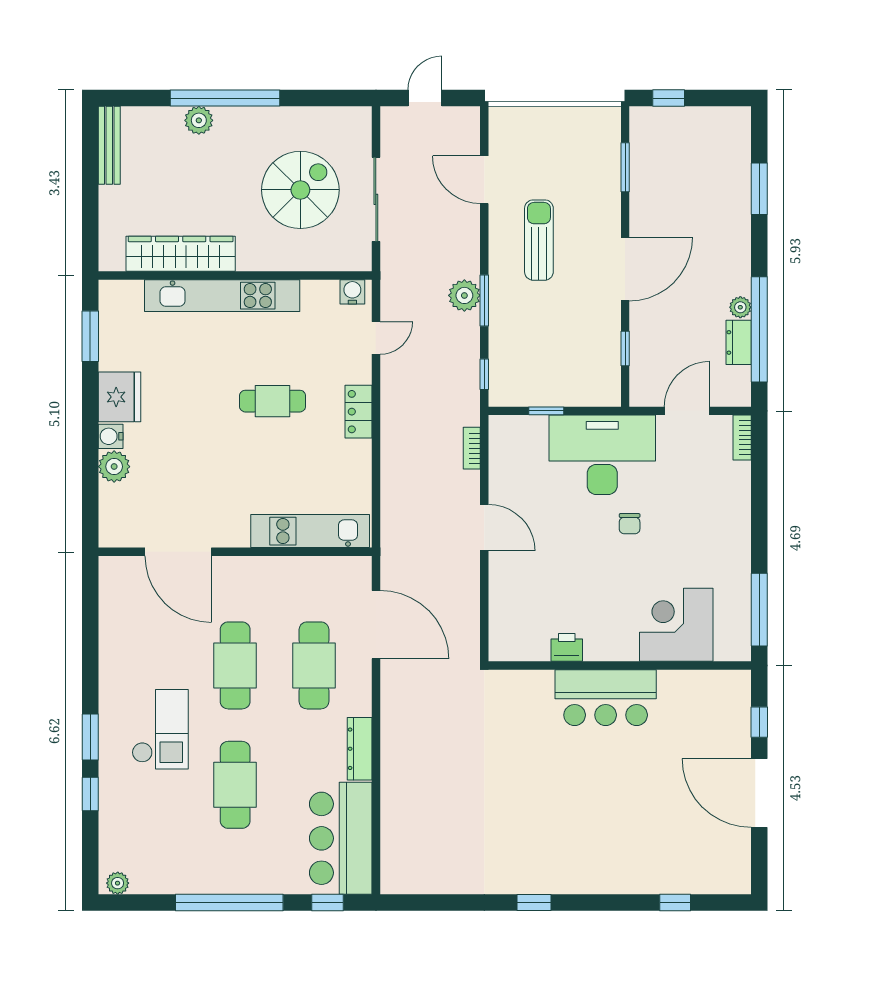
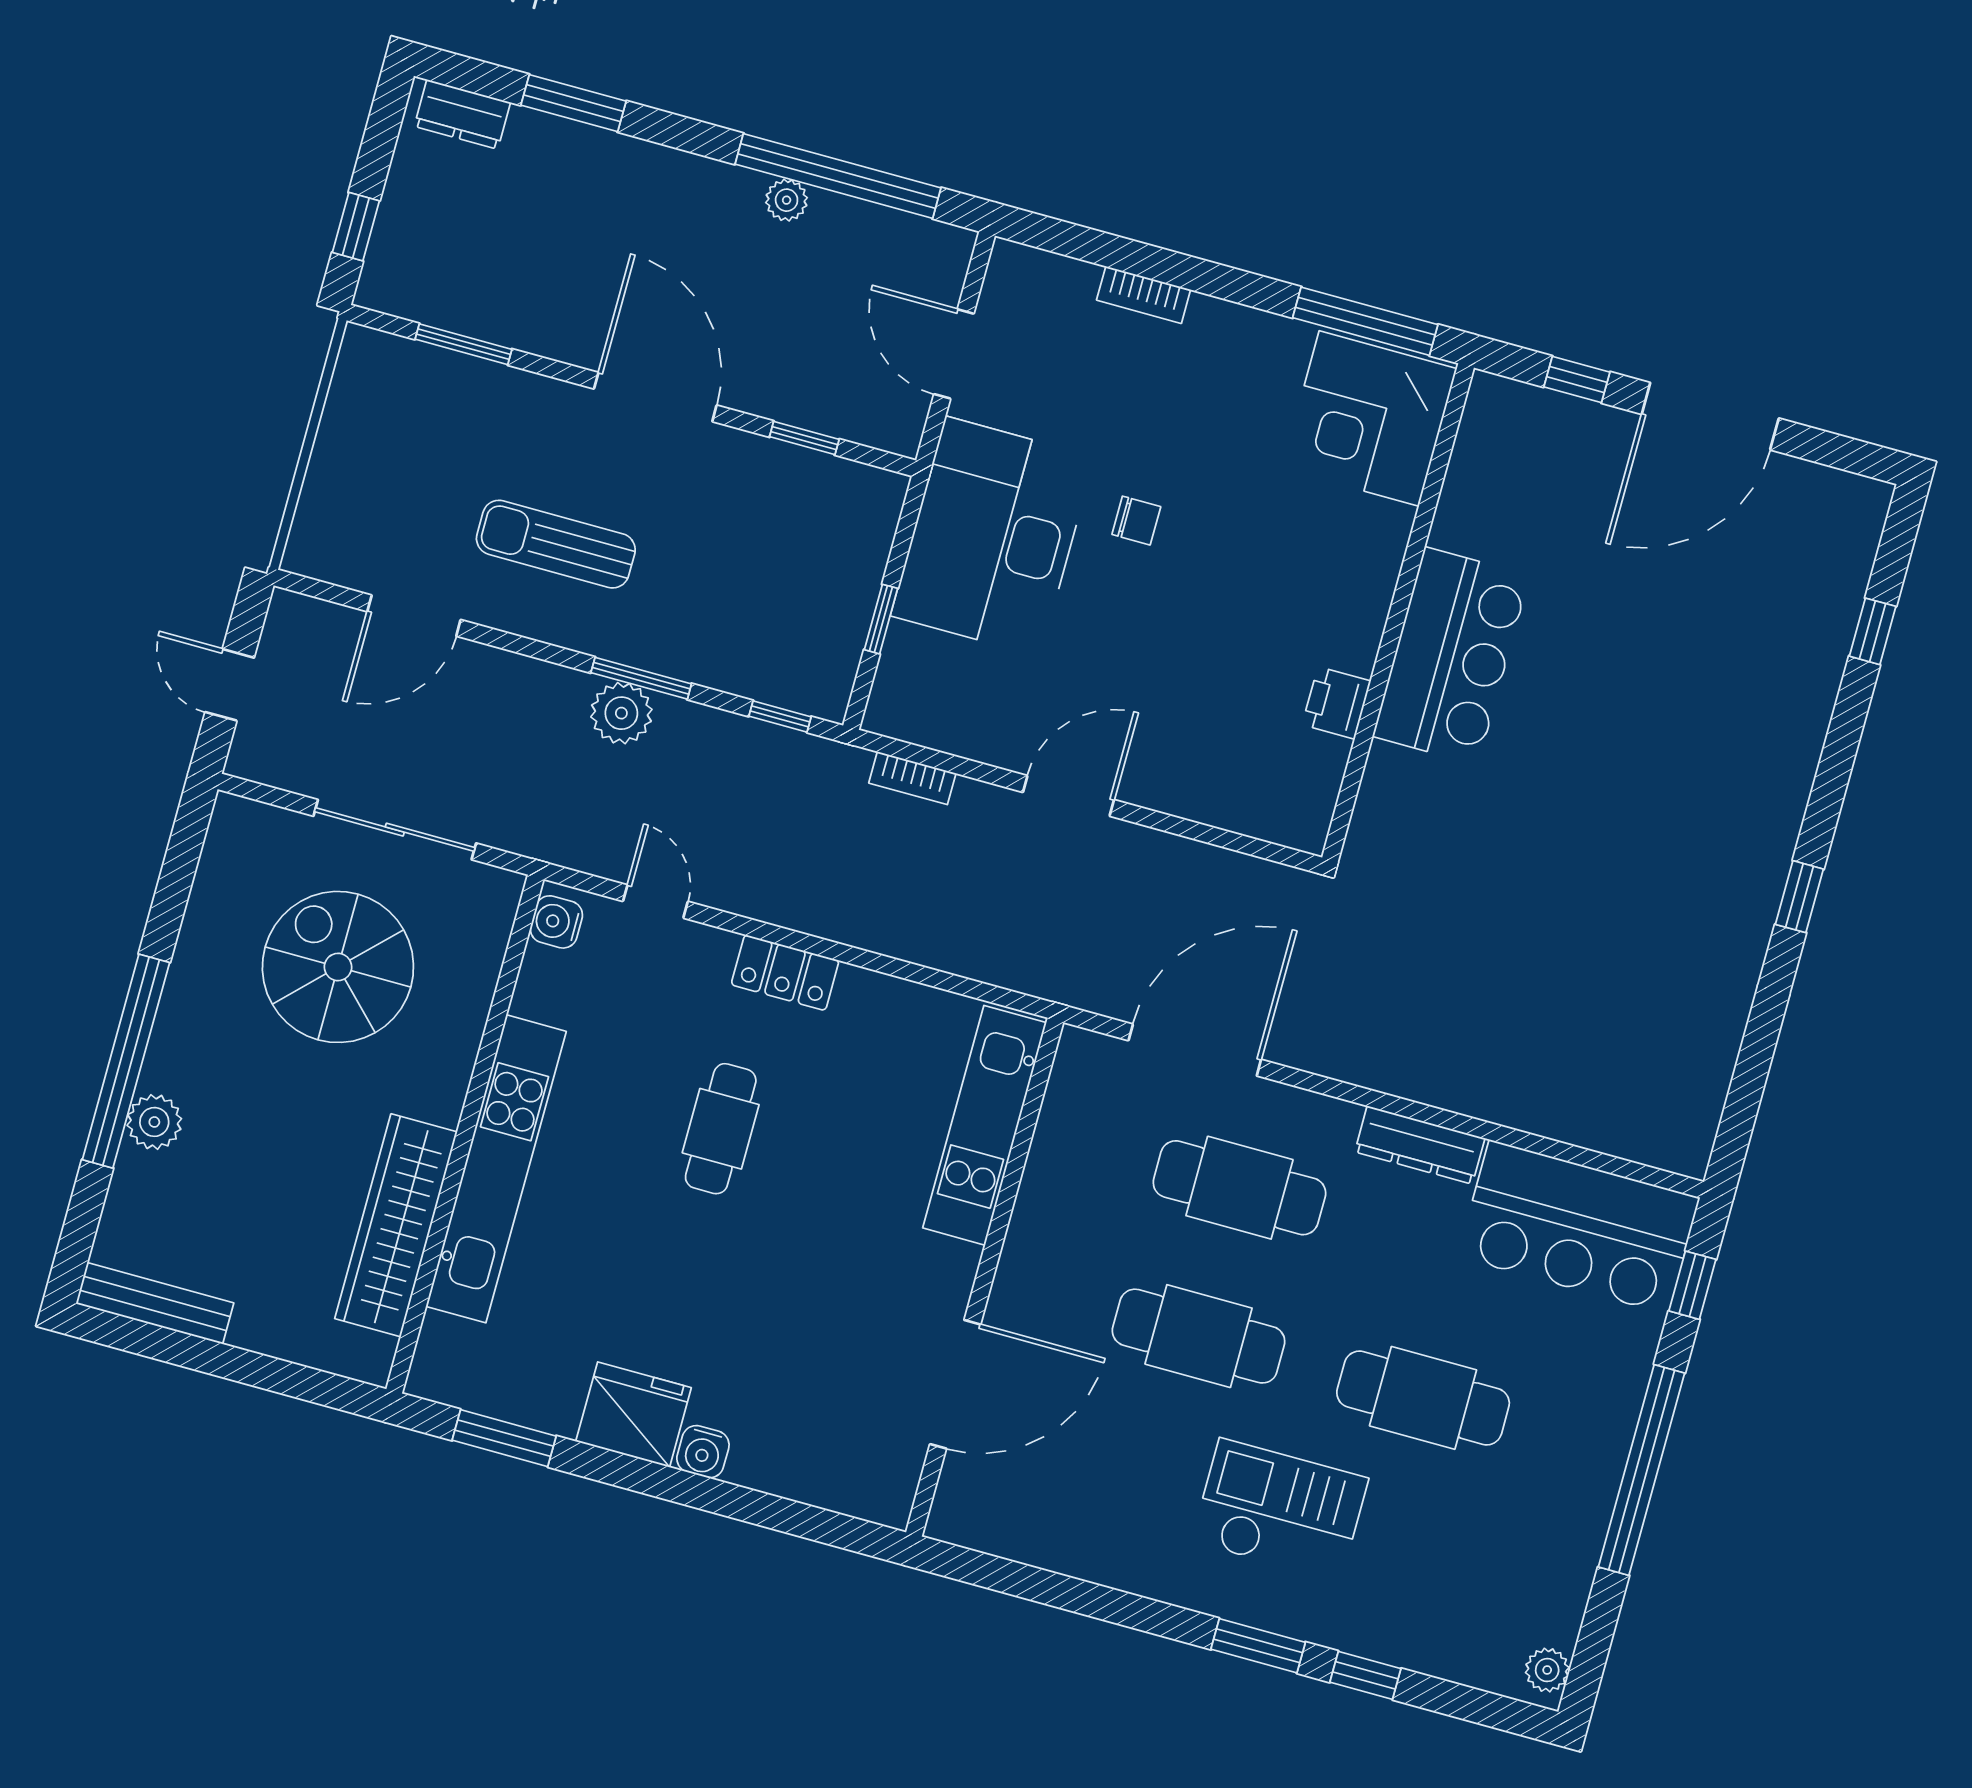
dresser: (739, 342) -> (462, 114), moved
bookcase: (742, 438) -> (1144, 295), moved
plant: (114, 467) -> (762, 1461), removed
corner desk: (676, 625) -> (1369, 418), moved

